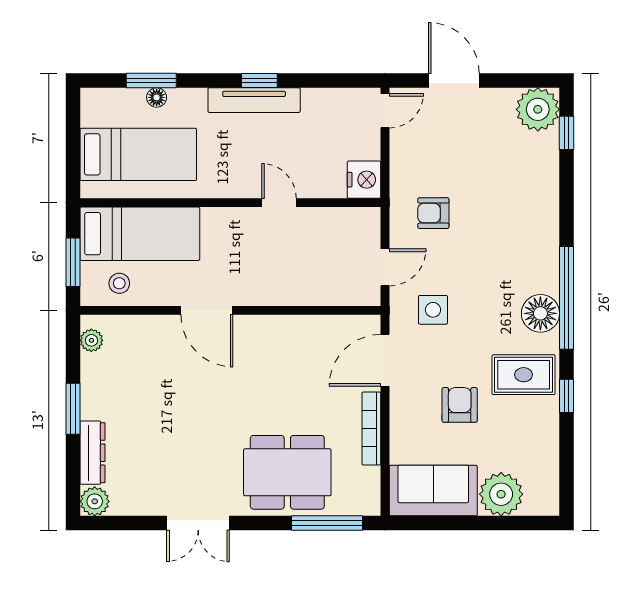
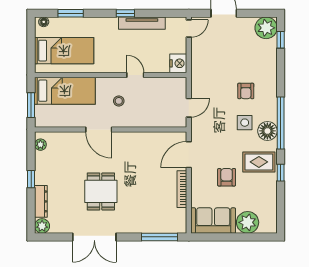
floor lamp: (157, 97) -> (44, 22), moved
tv unit: (254, 100) -> (142, 23), moved
armchair: (433, 213) -> (246, 91), moved, turned -90
stool: (119, 283) -> (119, 101), moved
side table: (433, 310) -> (245, 123), moved
window: (73, 409) -> (31, 179), width x0.67
dining table: (287, 472) -> (101, 191), moved, width x0.73
double door: (198, 523) -> (94, 237), width x1.37

